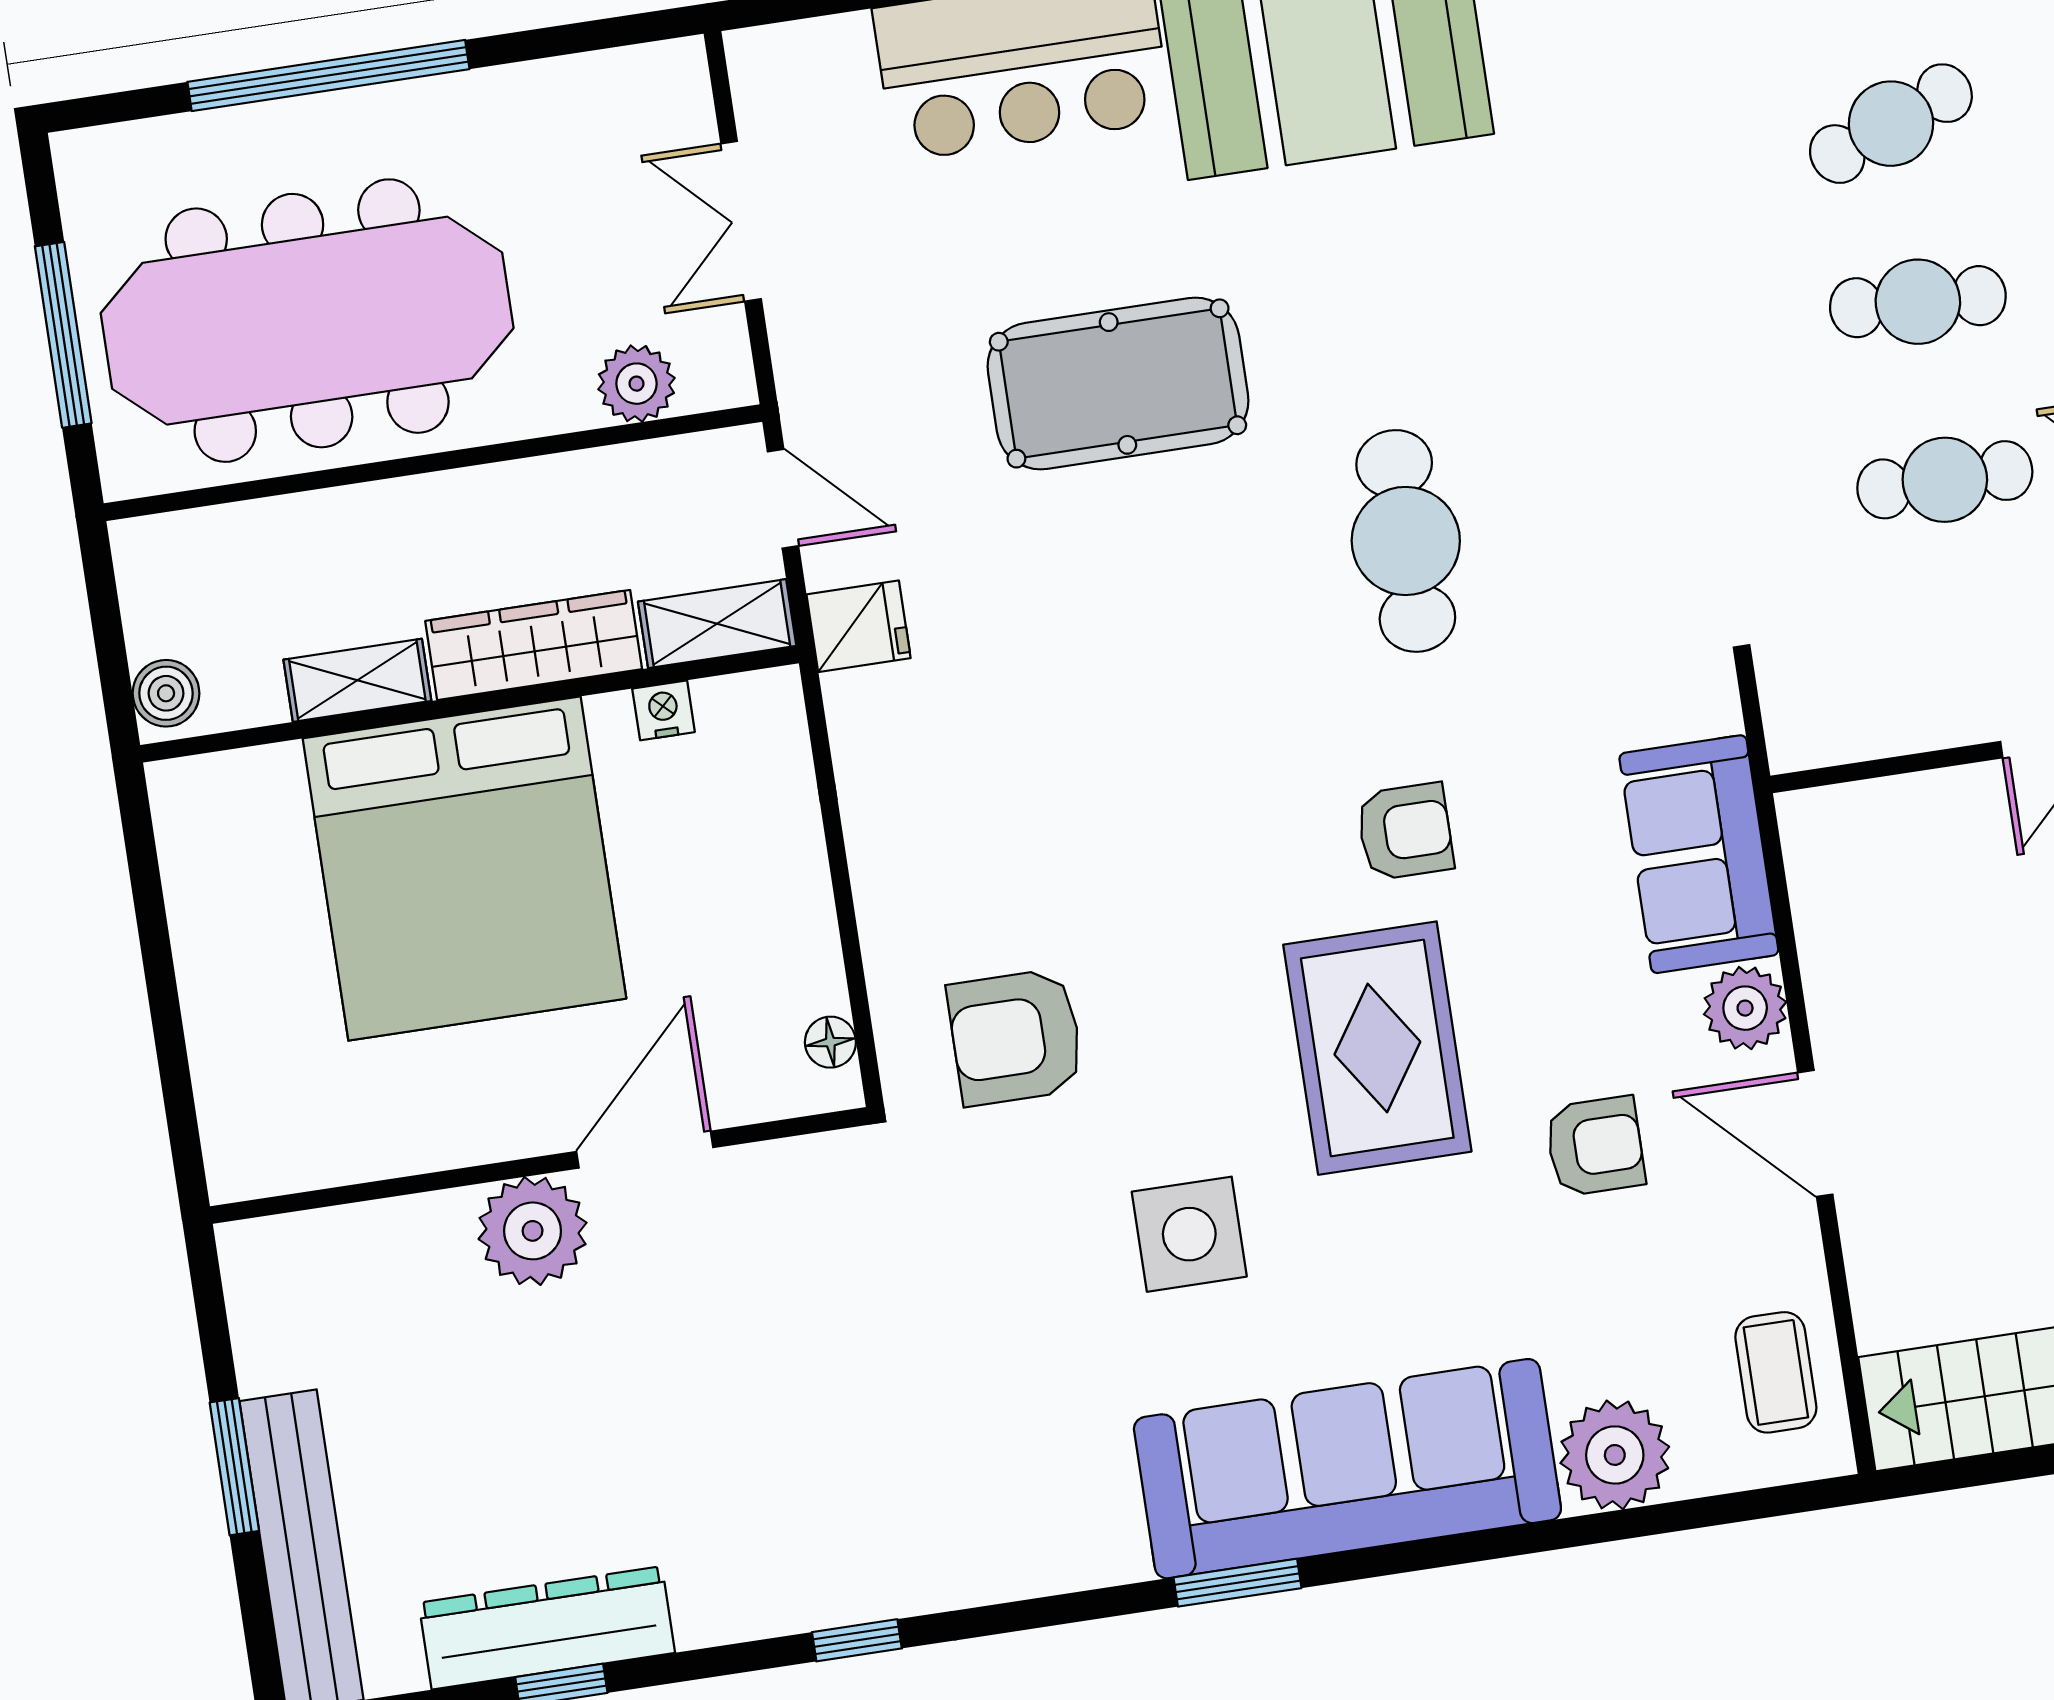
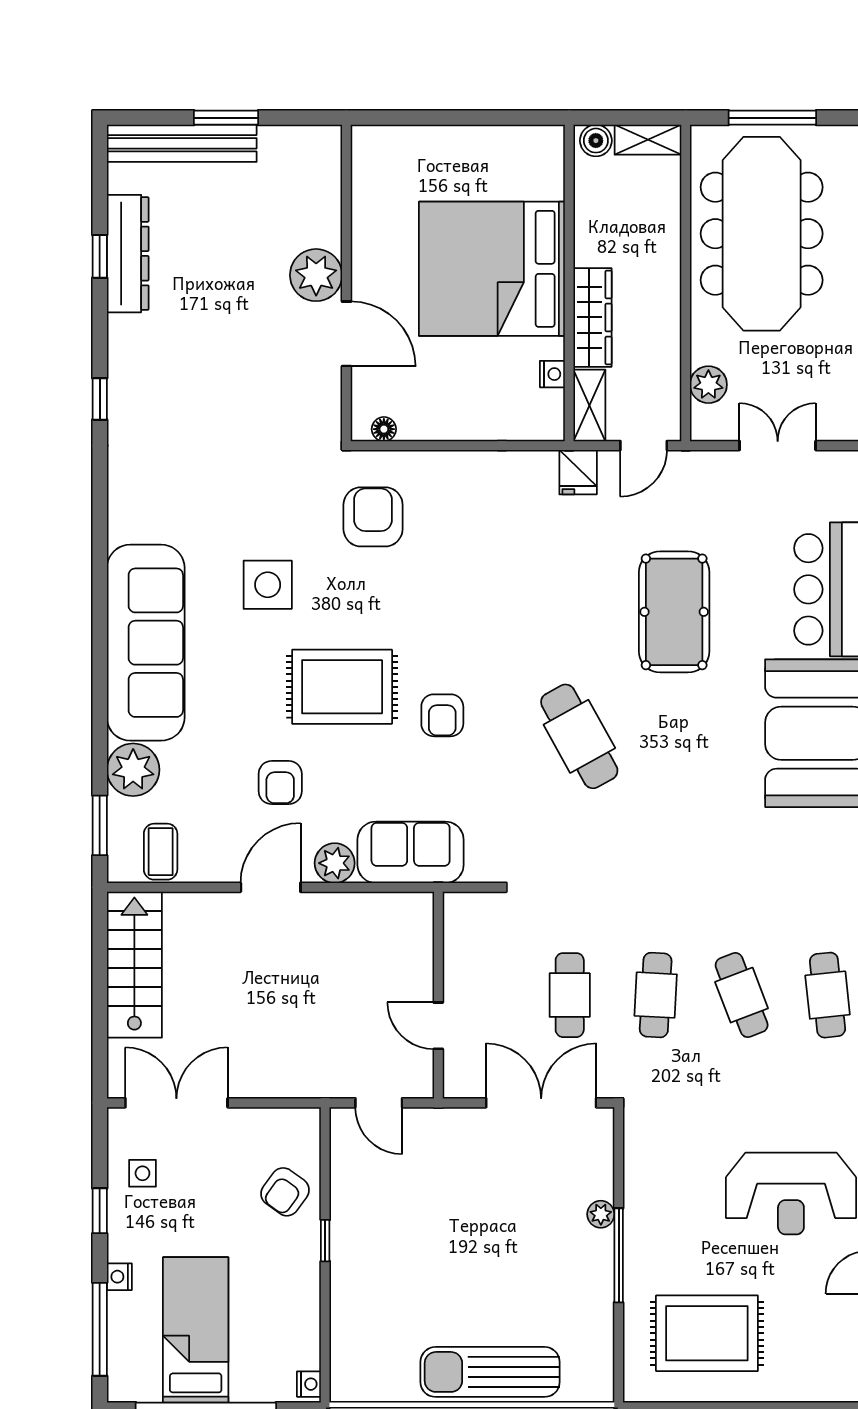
cafe table: (1406, 541) -> (579, 736), turned 61
shelving: (357, 680) -> (648, 140), moved, turned 90
coffee table: (1776, 1372) -> (161, 852), turned 90
window: (1238, 1583) -> (100, 825), moved

